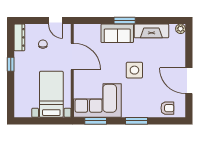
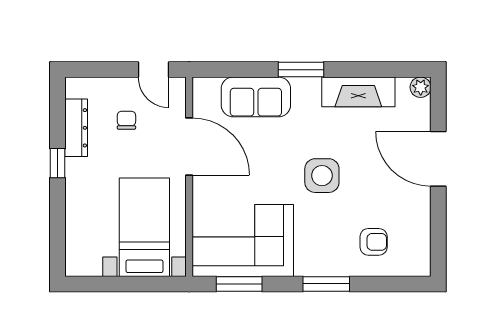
sofa: (117, 33) -> (256, 97), moved
dresser: (19, 37) -> (76, 128), moved
door: (189, 81) -> (438, 159), moved
armchair: (167, 108) -> (374, 242), moved

